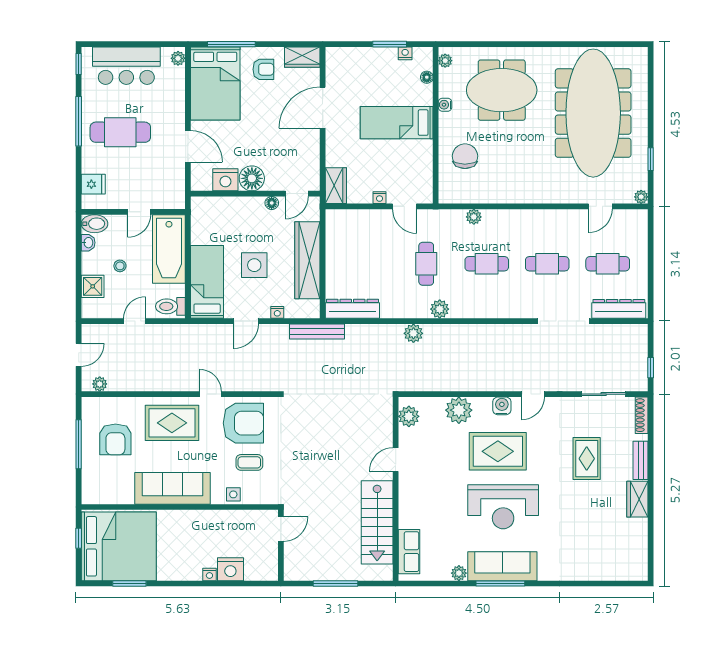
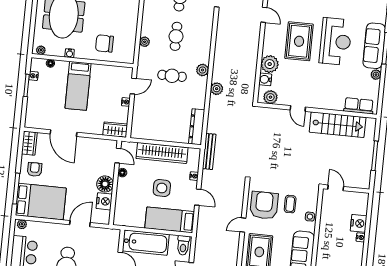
water cooler: (502, 406) -> (265, 79), moved

